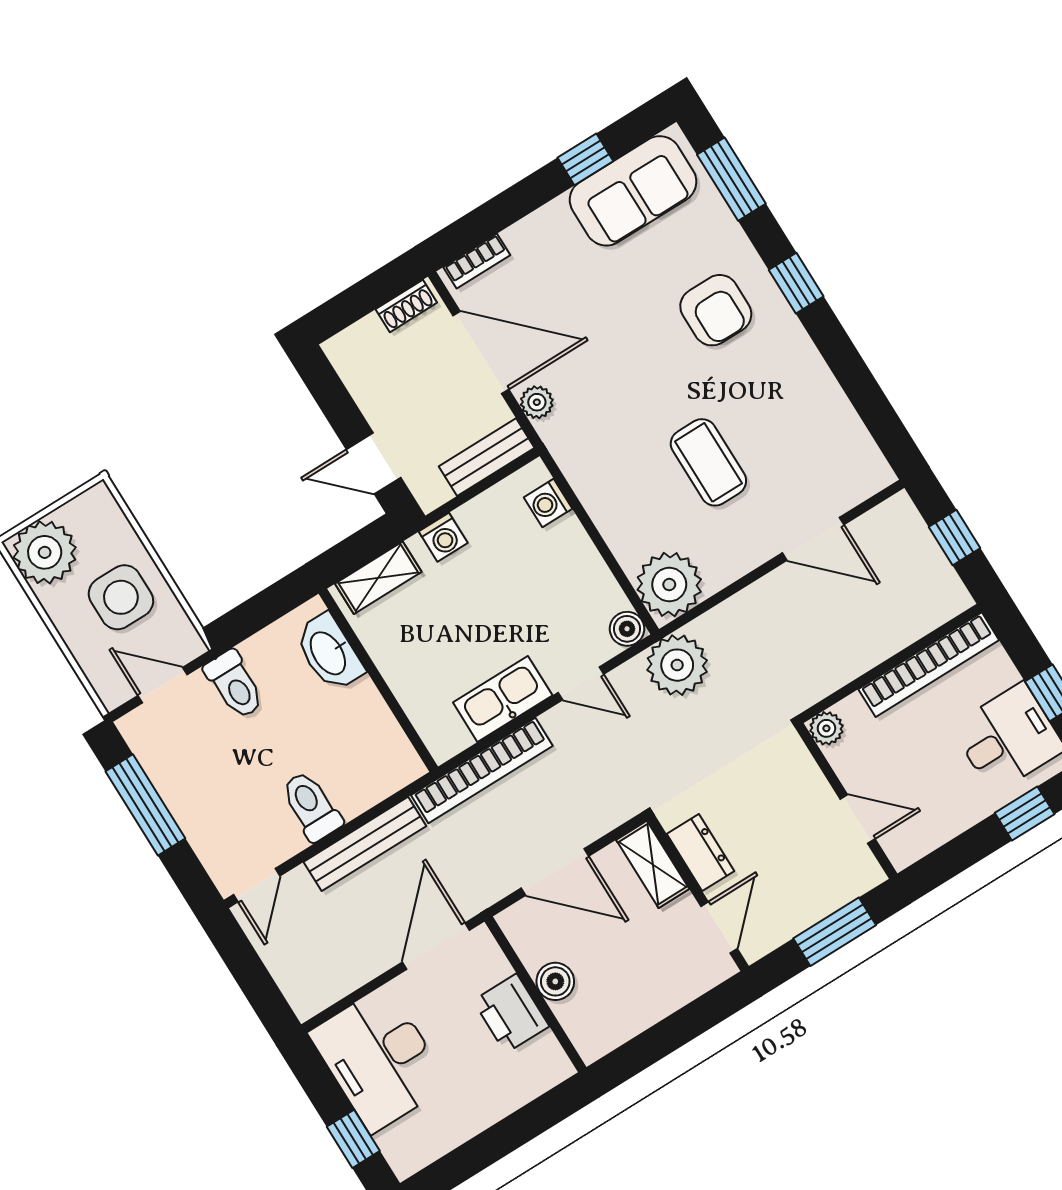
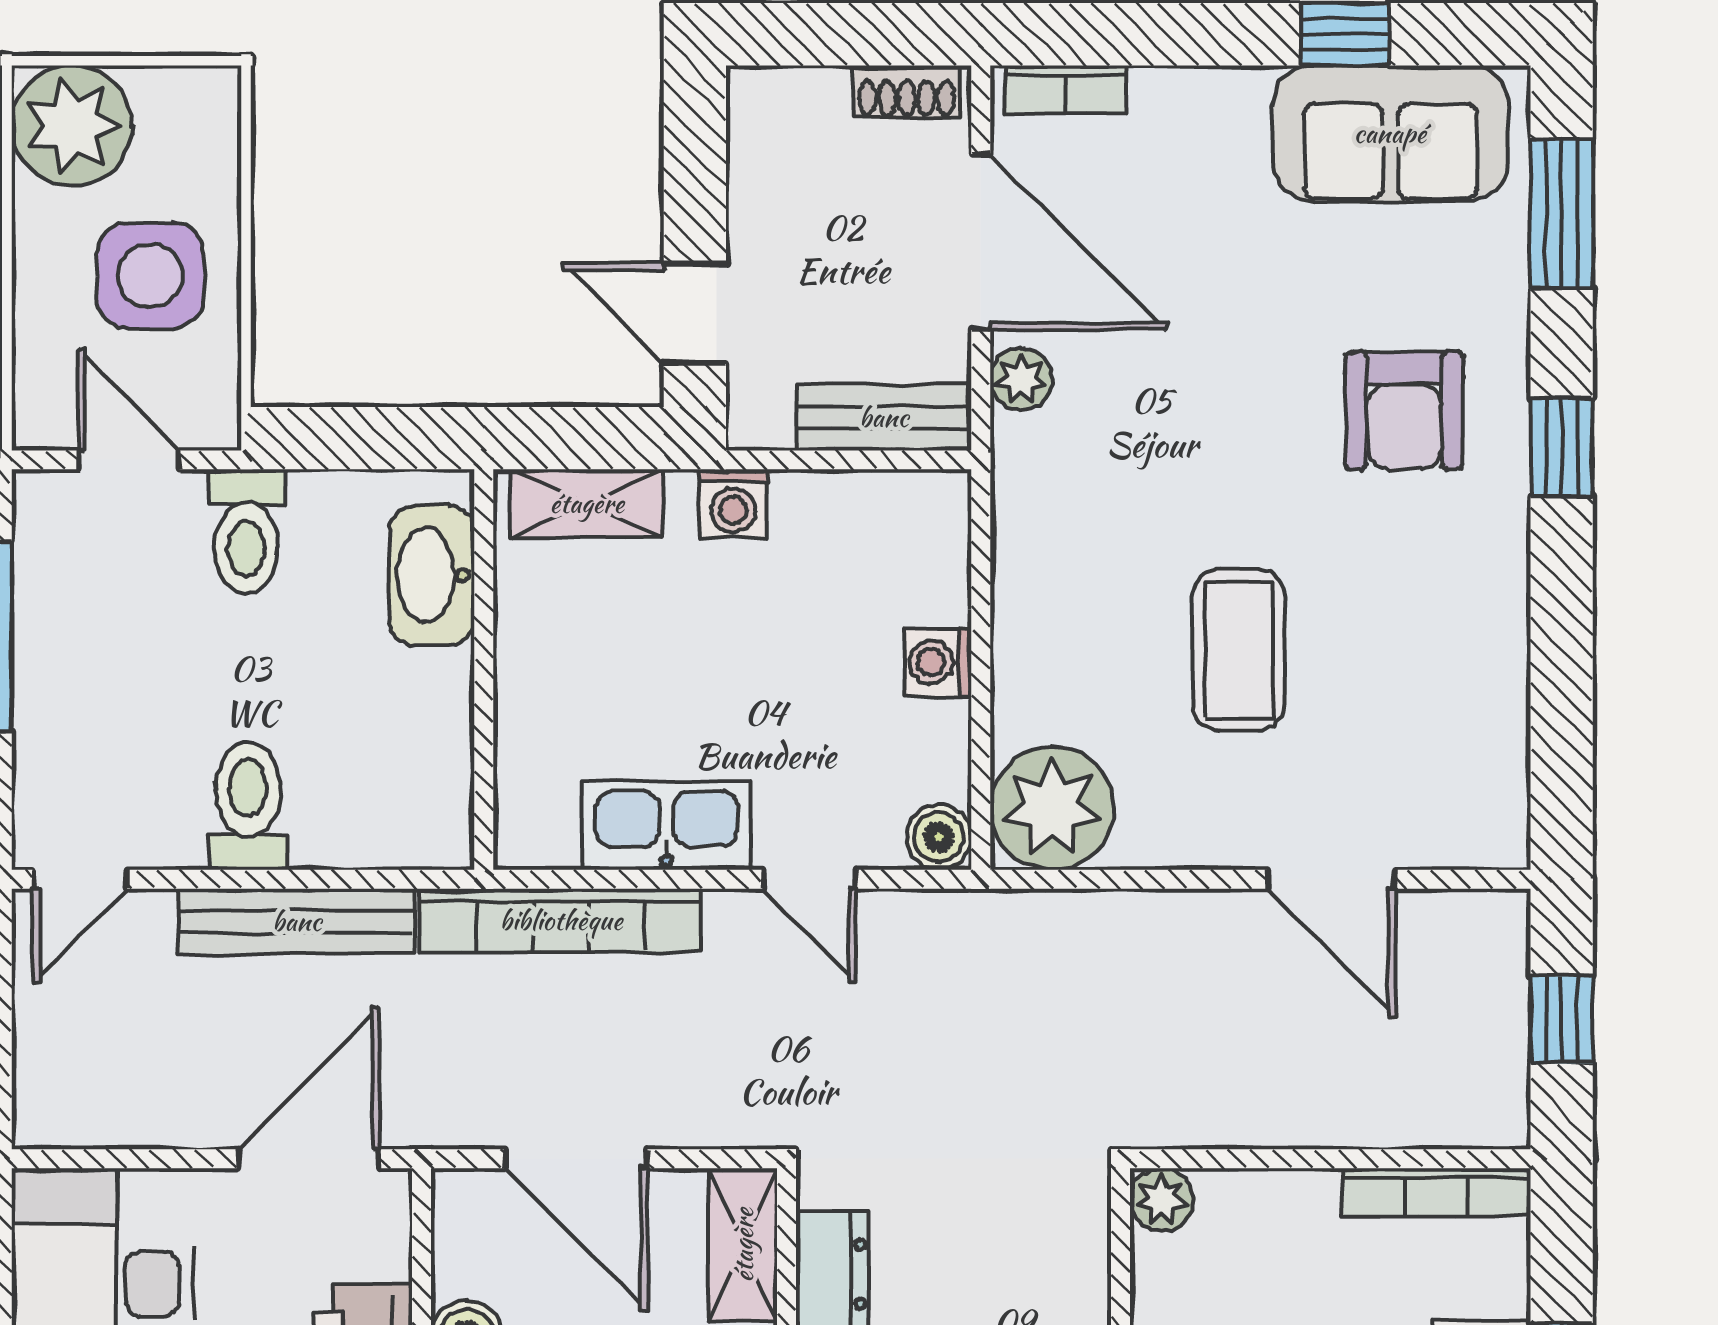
washing machine: (548, 503) -> (938, 662), moved
plant: (677, 665) -> (983, 947), removed
bookcase: (929, 665) -> (1437, 1192), width x0.68, depth x0.76

